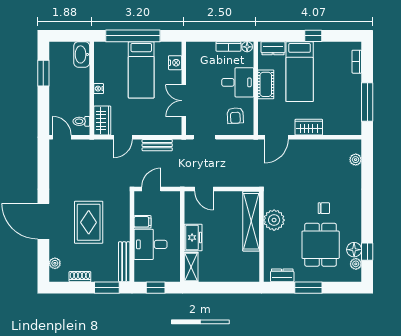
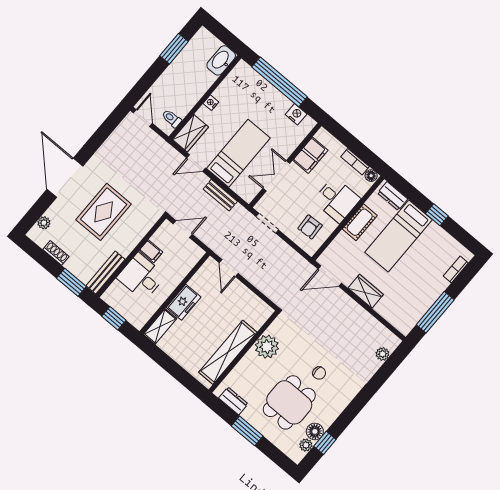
nightstand: (175, 63) -> (296, 114), moved, turned -90
filing cabinet: (195, 68) -> (310, 155), added
bed: (141, 70) -> (238, 153), moved, turned 180
shelving: (251, 221) -> (228, 352), moved

